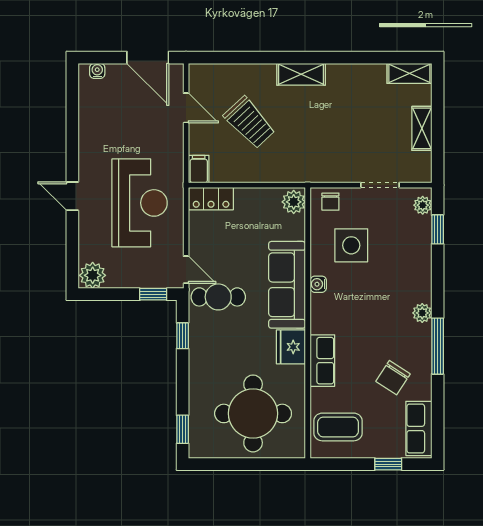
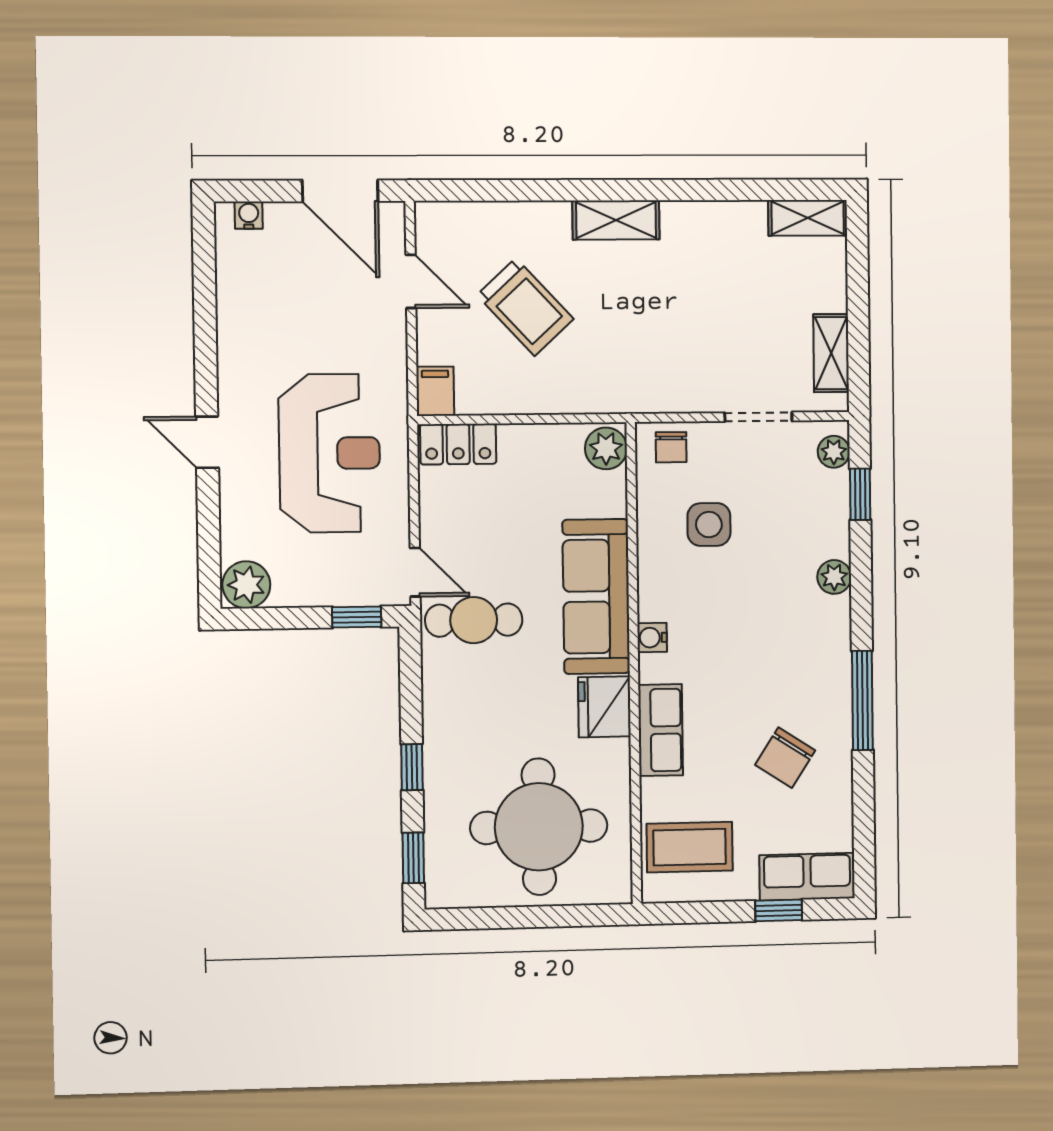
shelving: (422, 128) -> (831, 353), moved
side table: (351, 245) -> (709, 525), width x0.73, depth x0.73
water cooler: (318, 284) -> (652, 638), moved
plant: (422, 313) -> (834, 577), moved
window: (183, 336) -> (412, 767), moved
row of seats: (419, 428) -> (807, 877), moved, turned 90

